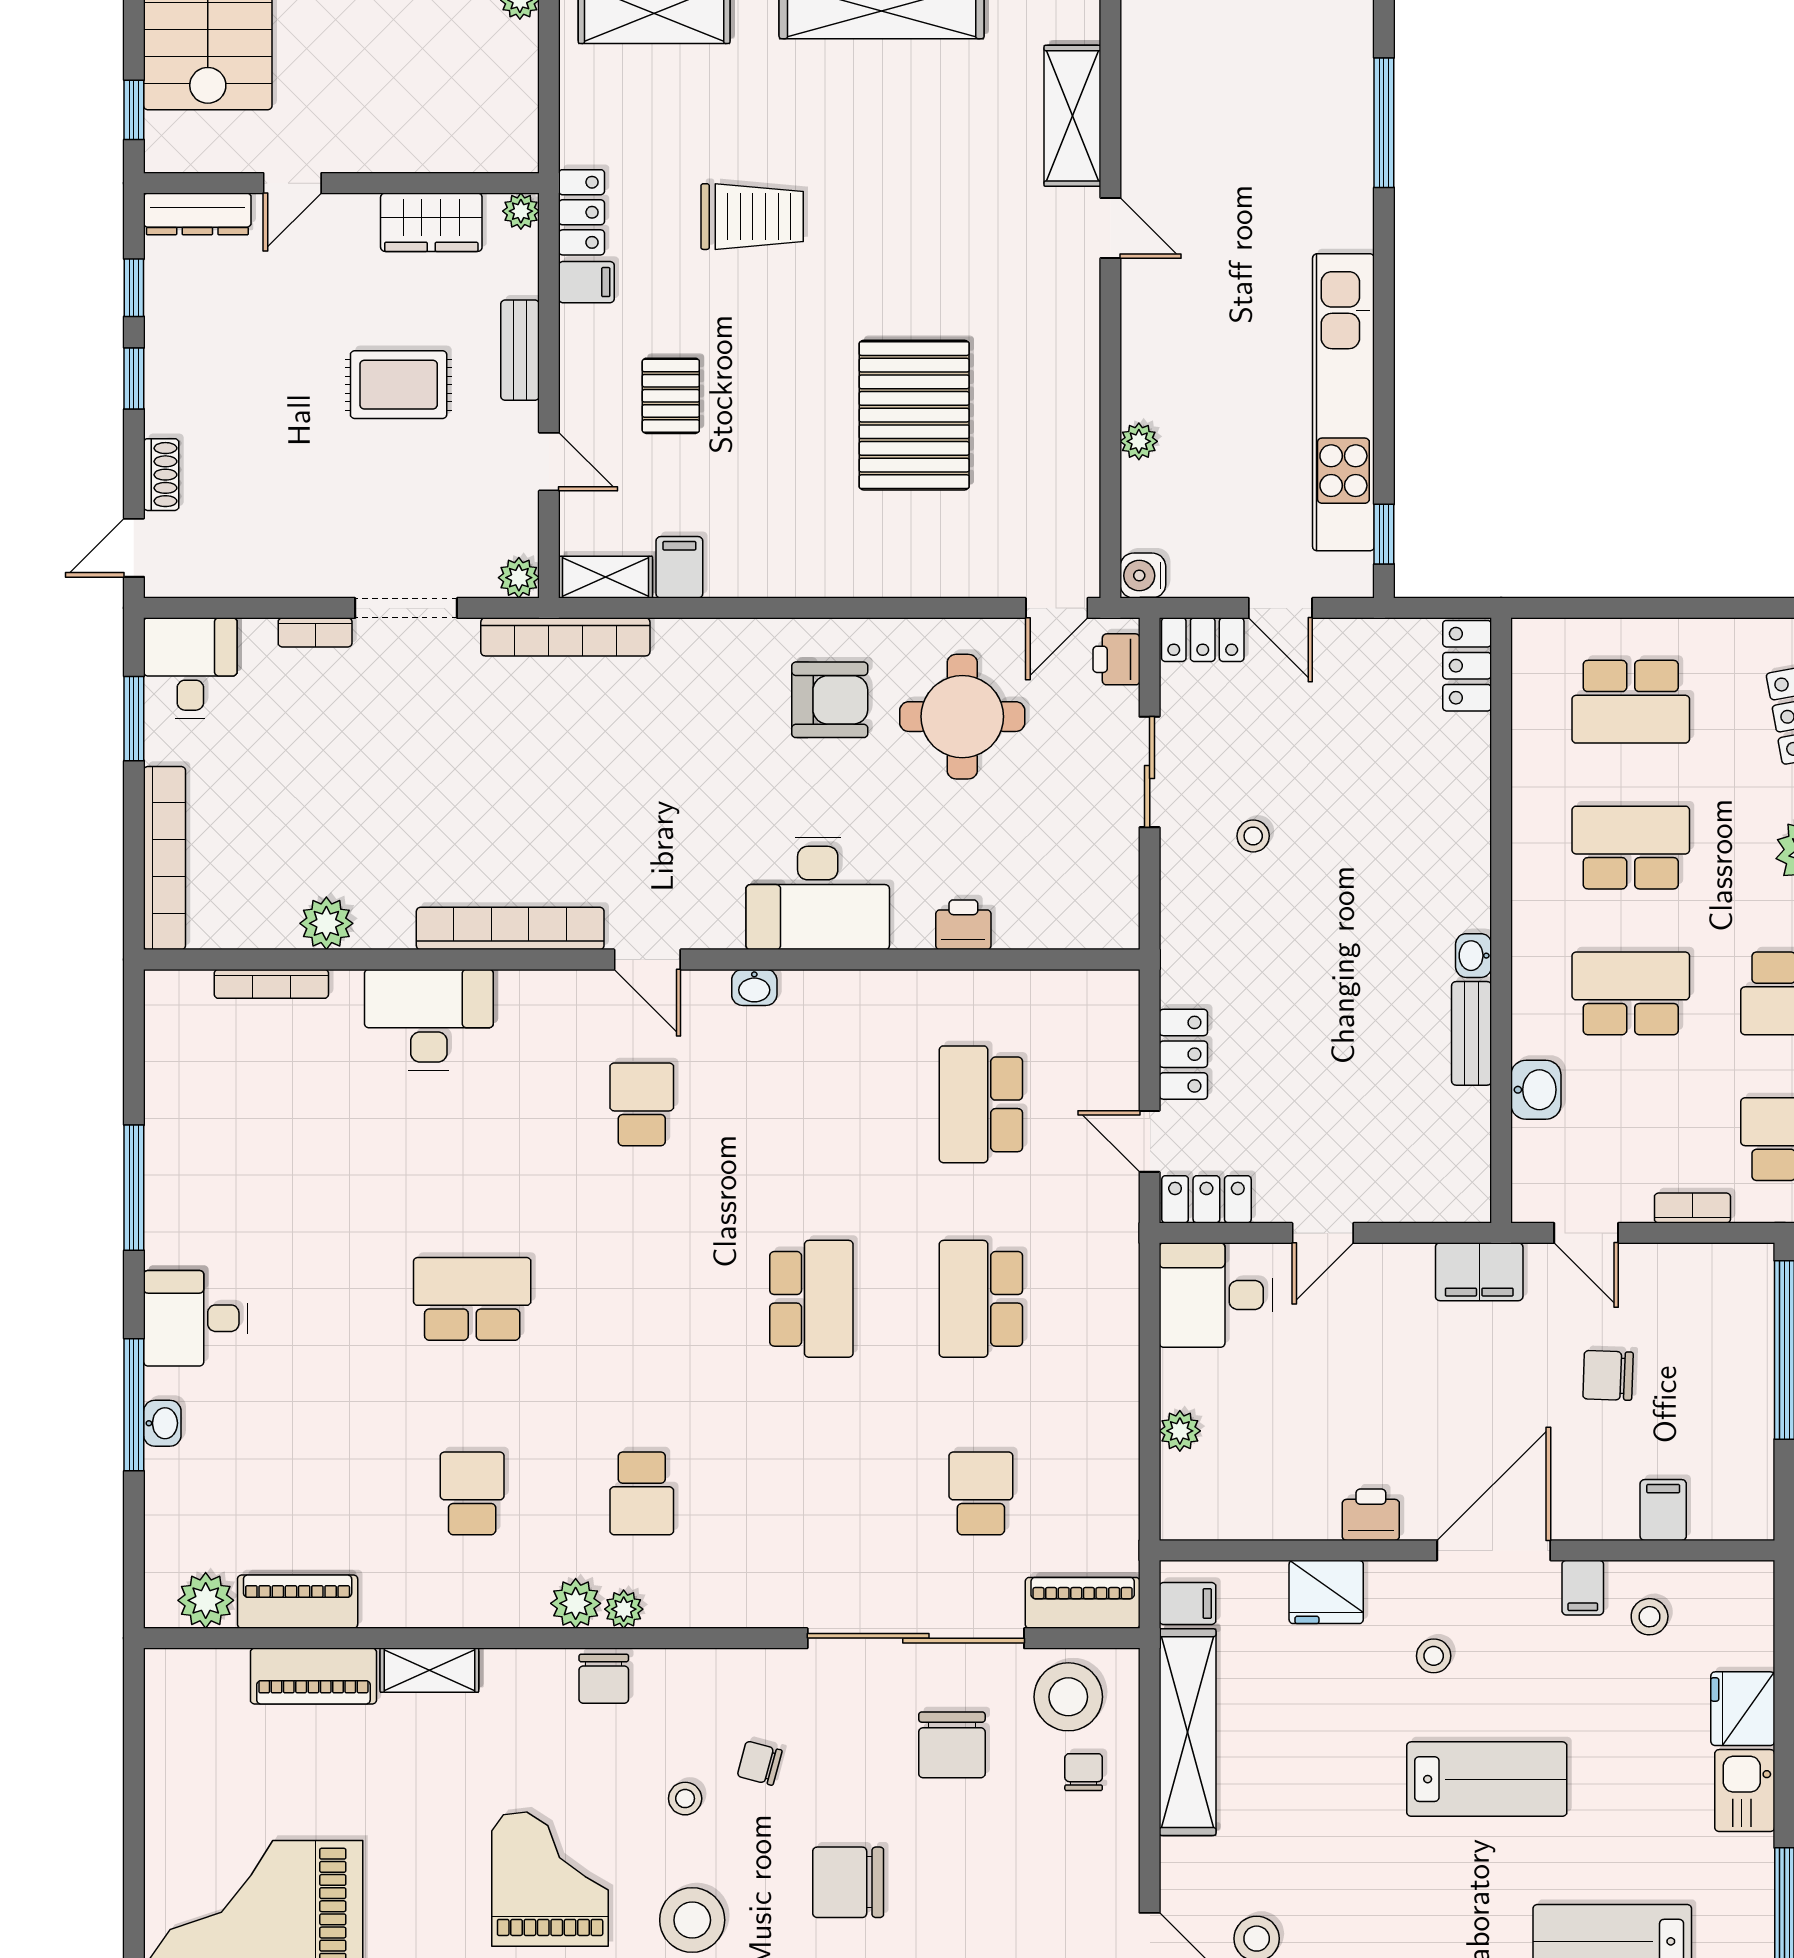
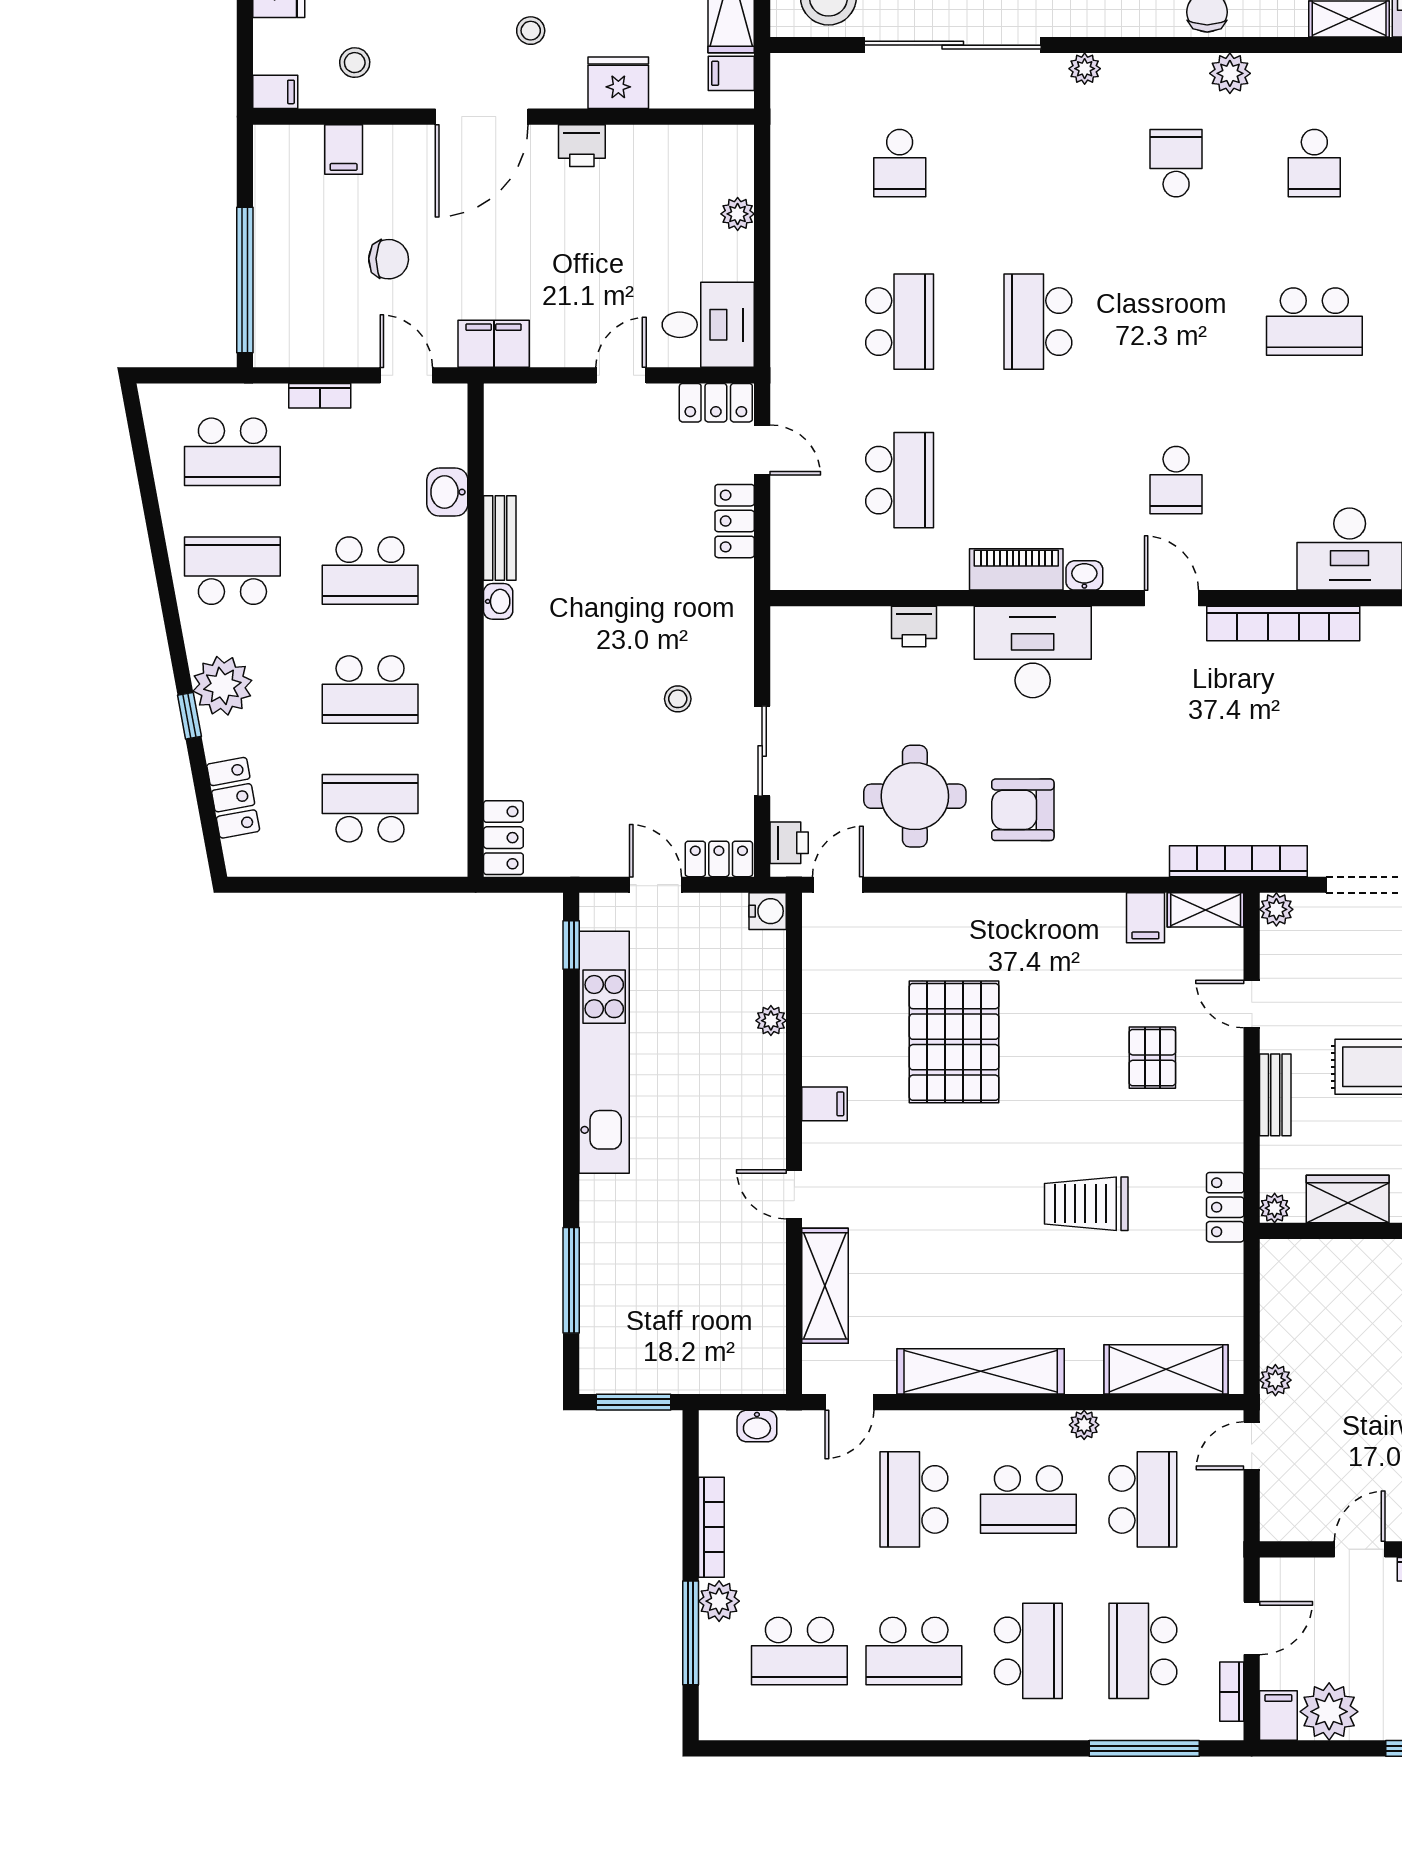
filing cabinet: (586, 282) -> (825, 1104), moved, turned 180
filing cabinet: (1583, 1588) -> (275, 92), moved, turned 90
piano: (1083, 1603) -> (1016, 569), moved, turned 180
plant: (624, 1609) -> (1085, 69), moved

